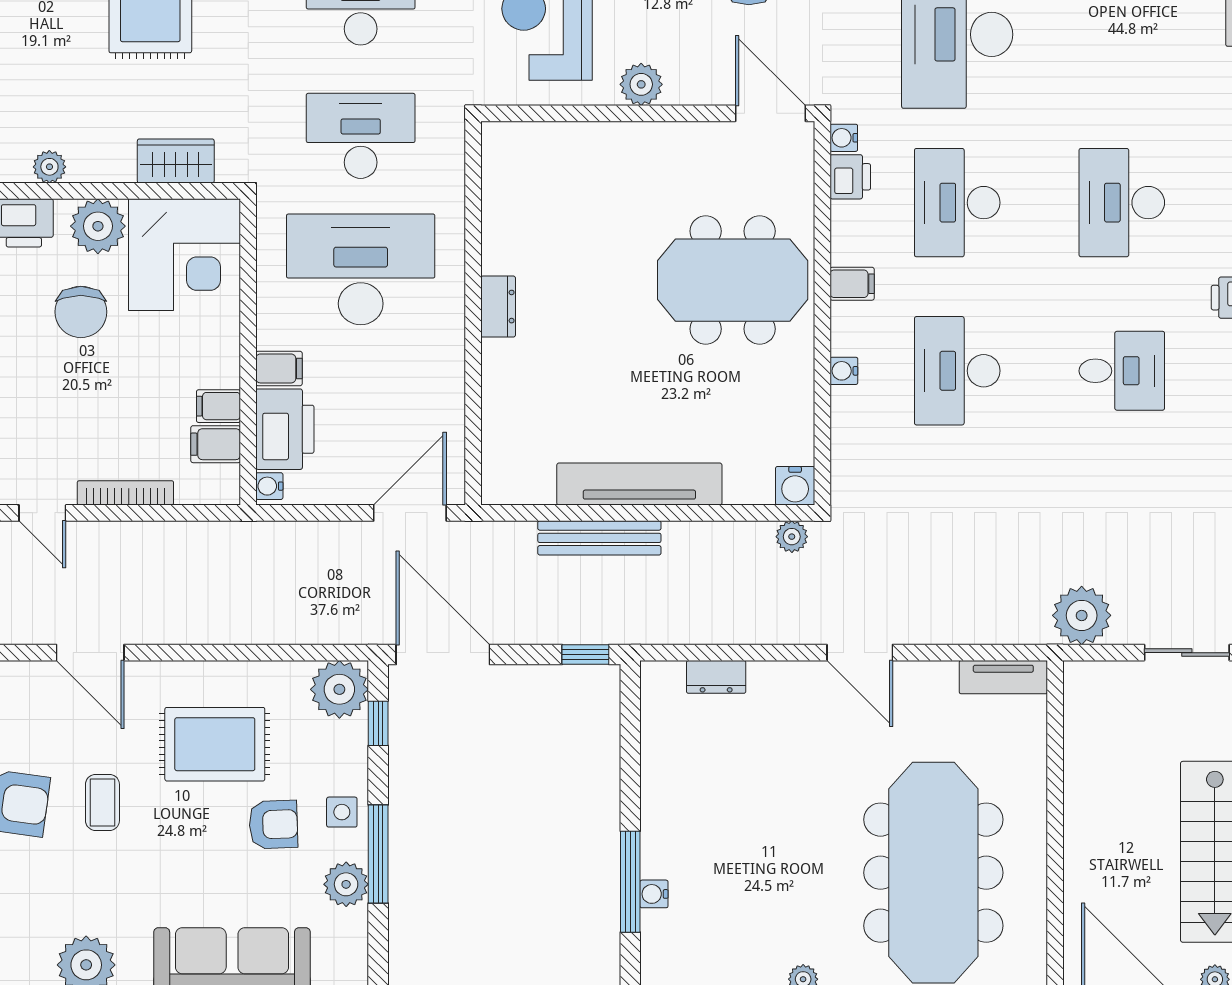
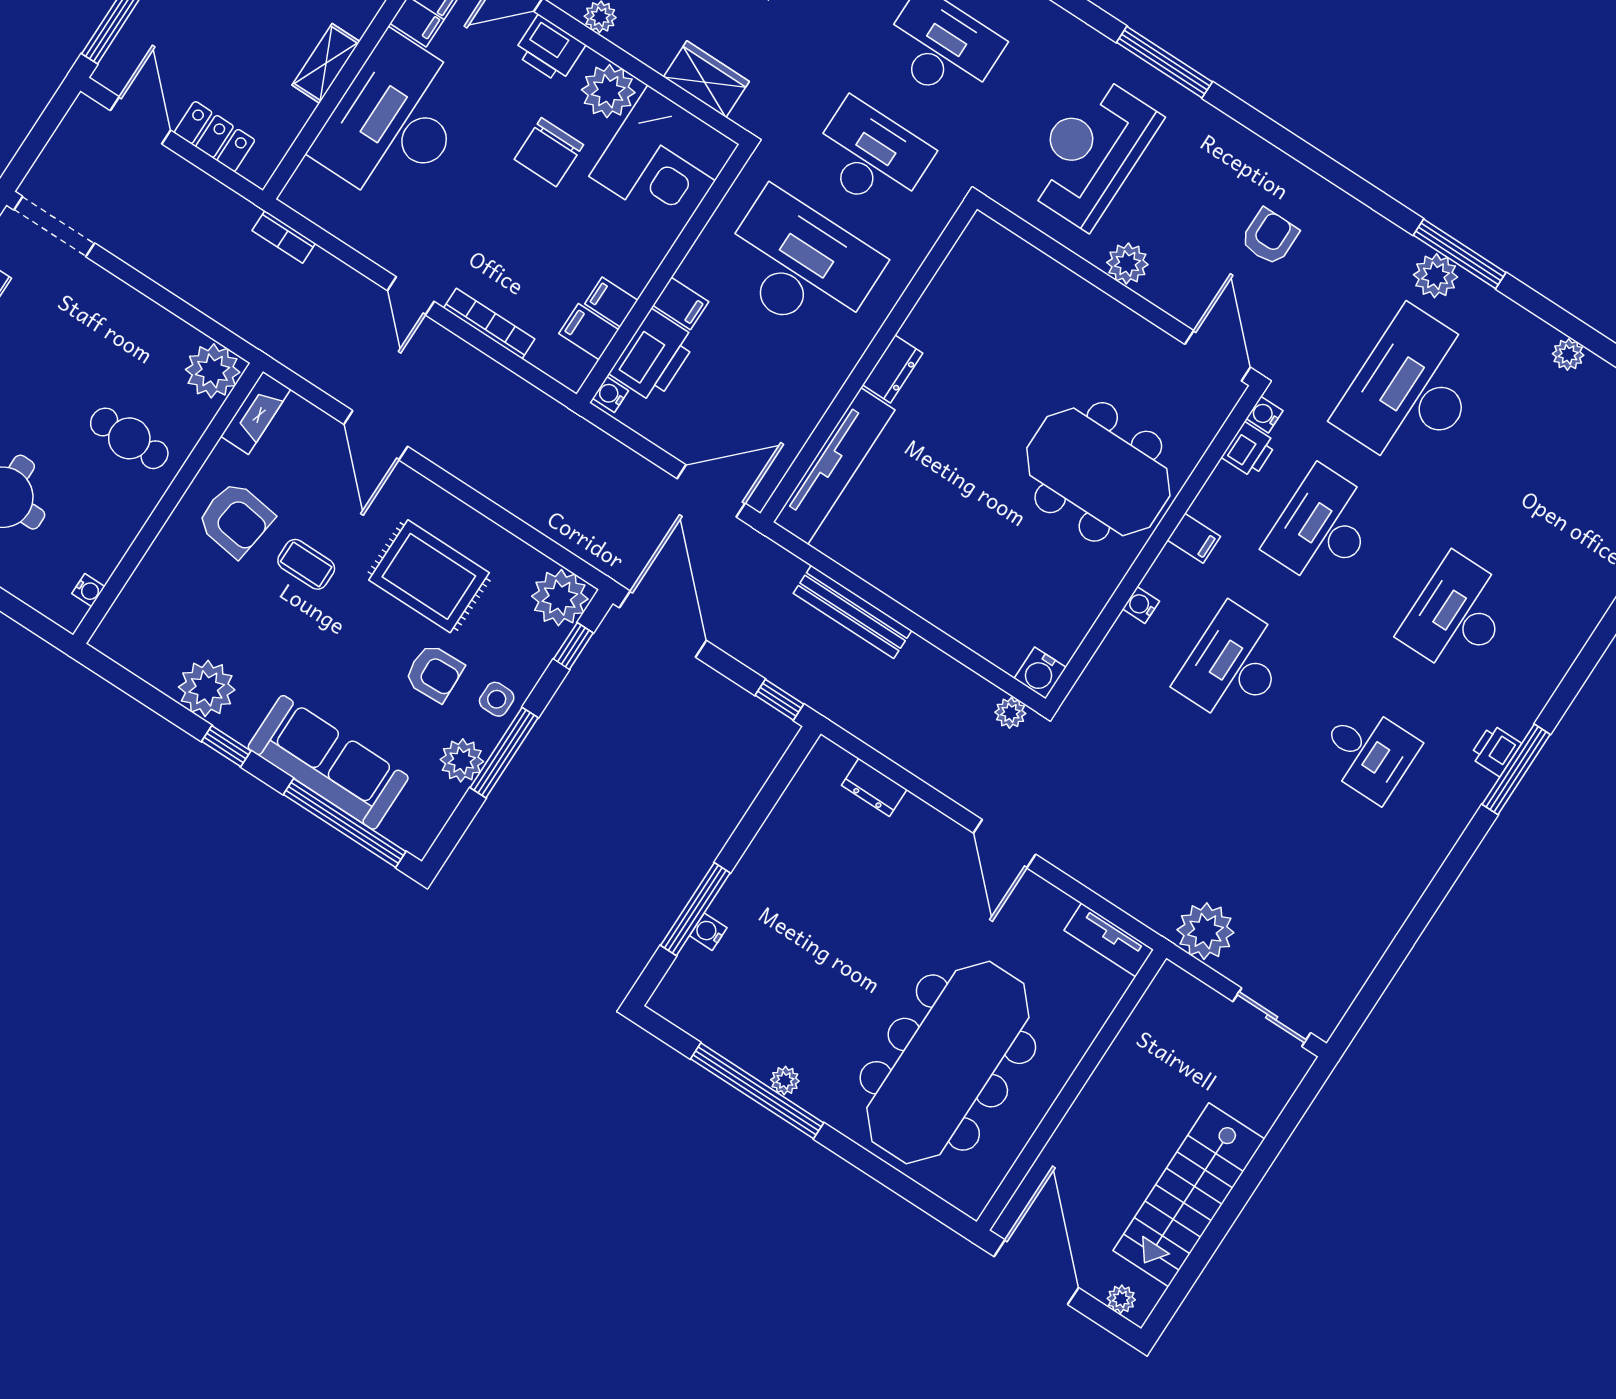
tv unit: (639, 484) -> (834, 466), moved, turned 90
coffee table: (102, 802) -> (306, 564), turned 90

